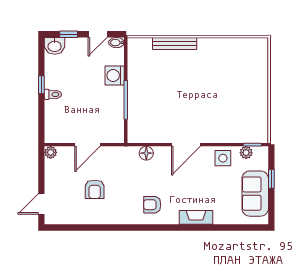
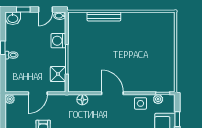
shower: (114, 119) -> (58, 74), added
door: (186, 145) -> (112, 93), swing flipped

